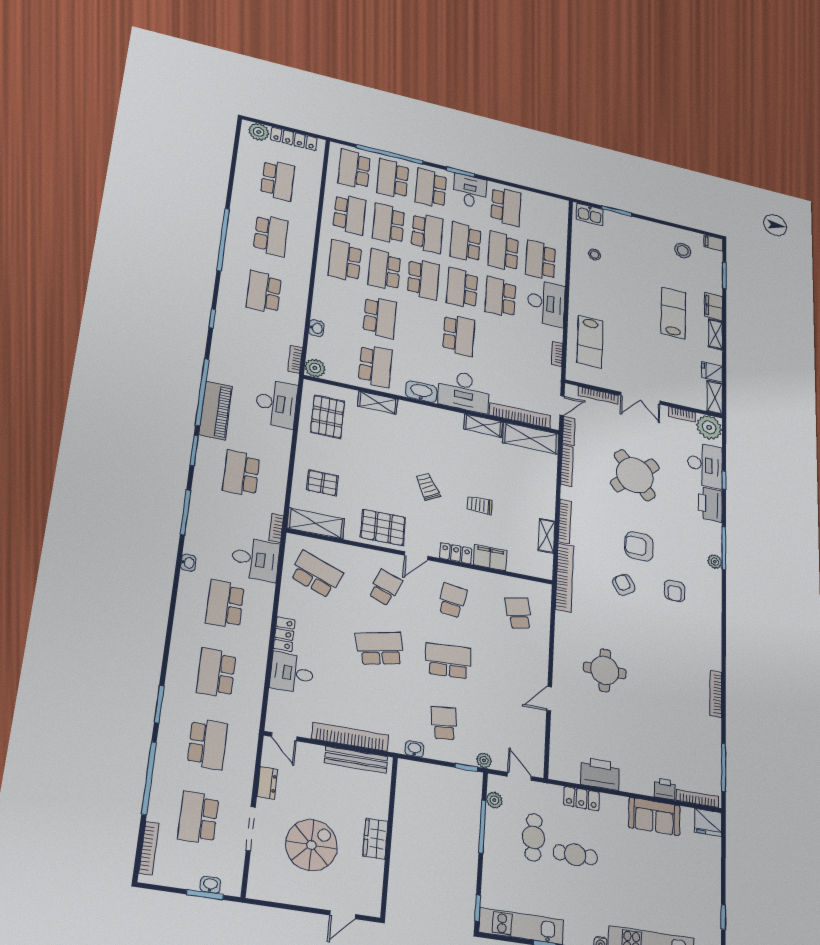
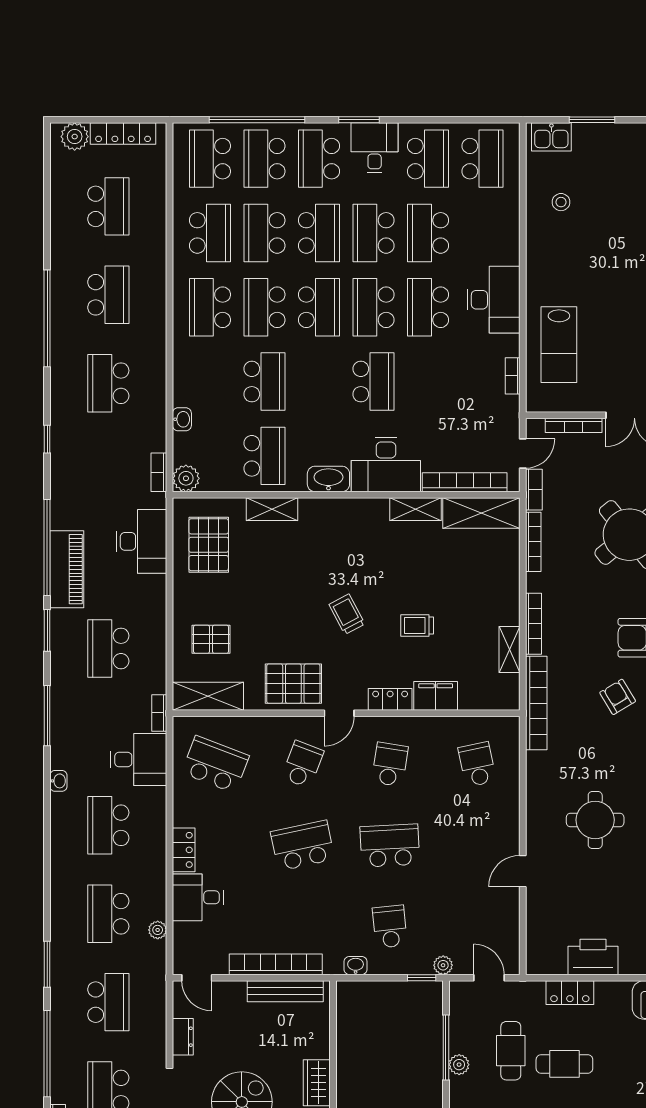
school desk: (541, 260) -> (482, 159), moved, turned 180
plant: (256, 693) -> (158, 930), added
plant: (494, 800) -> (459, 1065), moved

